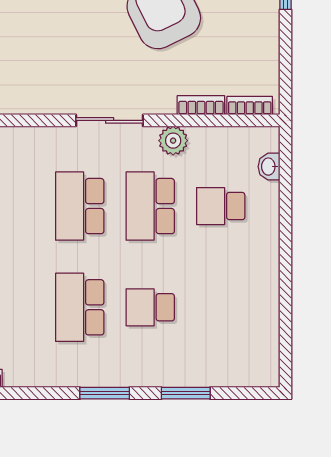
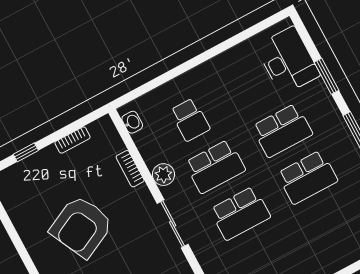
bookcase: (250, 106) -> (72, 140), moved, turned -90
washbasin: (269, 167) -> (132, 122), moved, turned -90
school desk: (150, 307) -> (282, 130), width x1.85
desk: (228, 358) -> (288, 61), added

